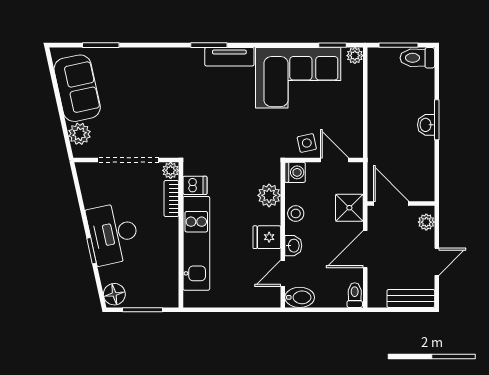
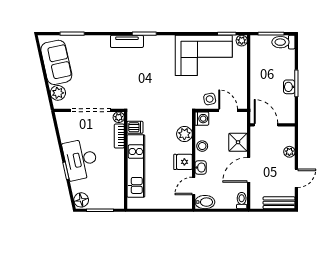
tv unit: (229, 57) -> (127, 41), moved
door: (391, 203) -> (266, 125), moved
wall: (401, 203) -> (273, 125), moved

